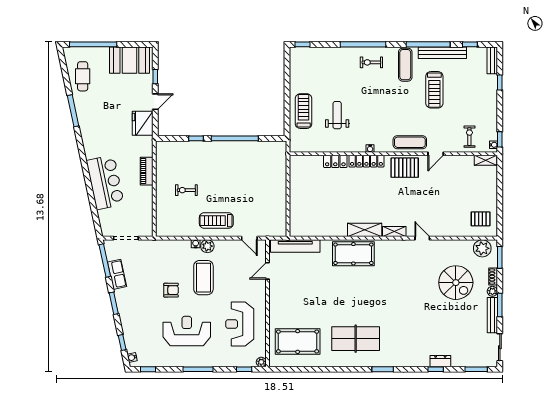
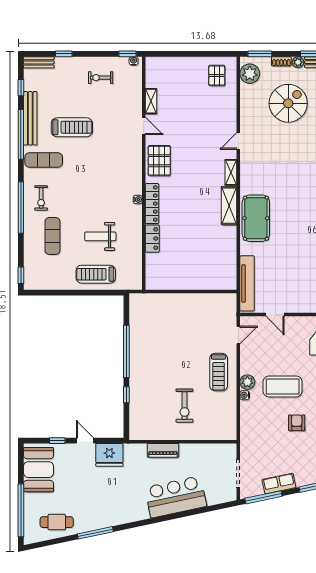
exercise bike: (469, 137) -> (101, 78), moved
exercise mat: (410, 142) -> (52, 236), moved
shelving: (486, 160) -> (151, 101), moved
exercise bike: (186, 190) -> (184, 406), width x1.38, depth x1.39

